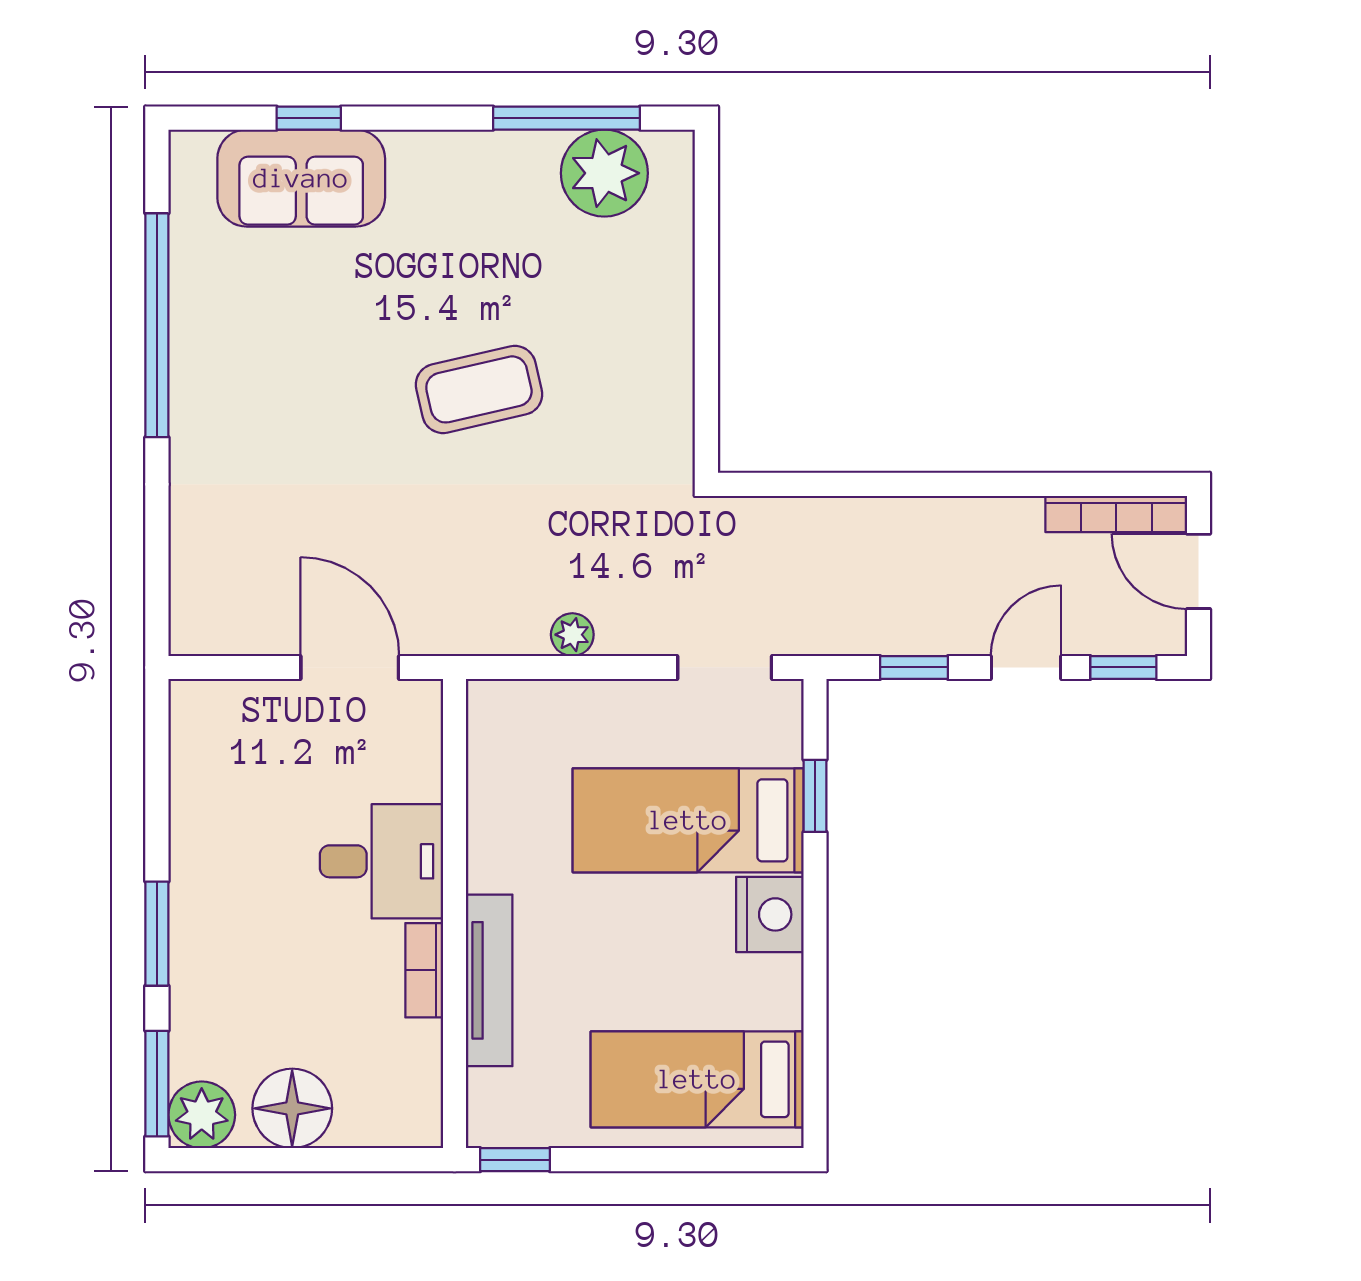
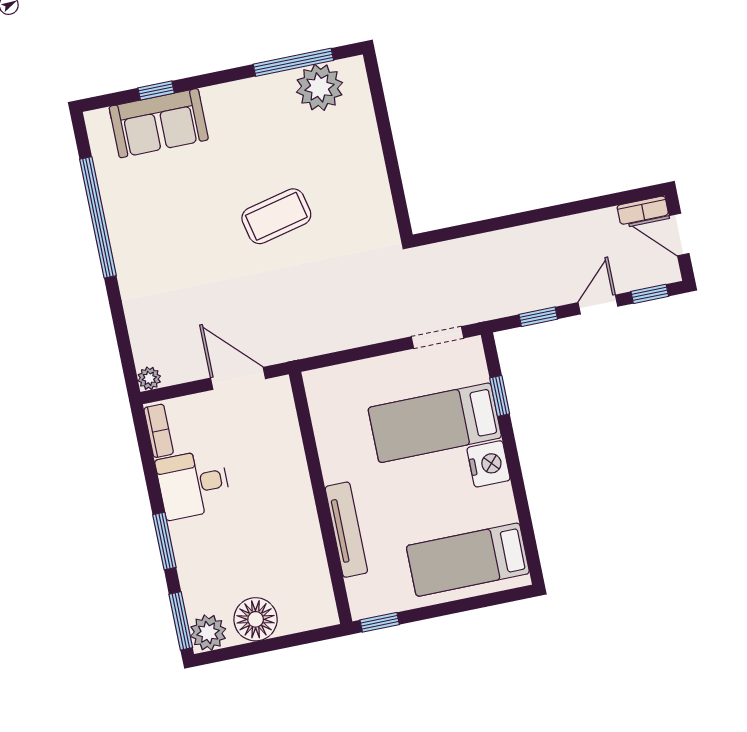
bookcase: (1116, 514) -> (643, 210), width x0.64
plant: (572, 635) -> (149, 378), moved
desk: (381, 861) -> (193, 484), moved, turned 180
bookcase: (424, 970) -> (159, 431), moved, turned 180

